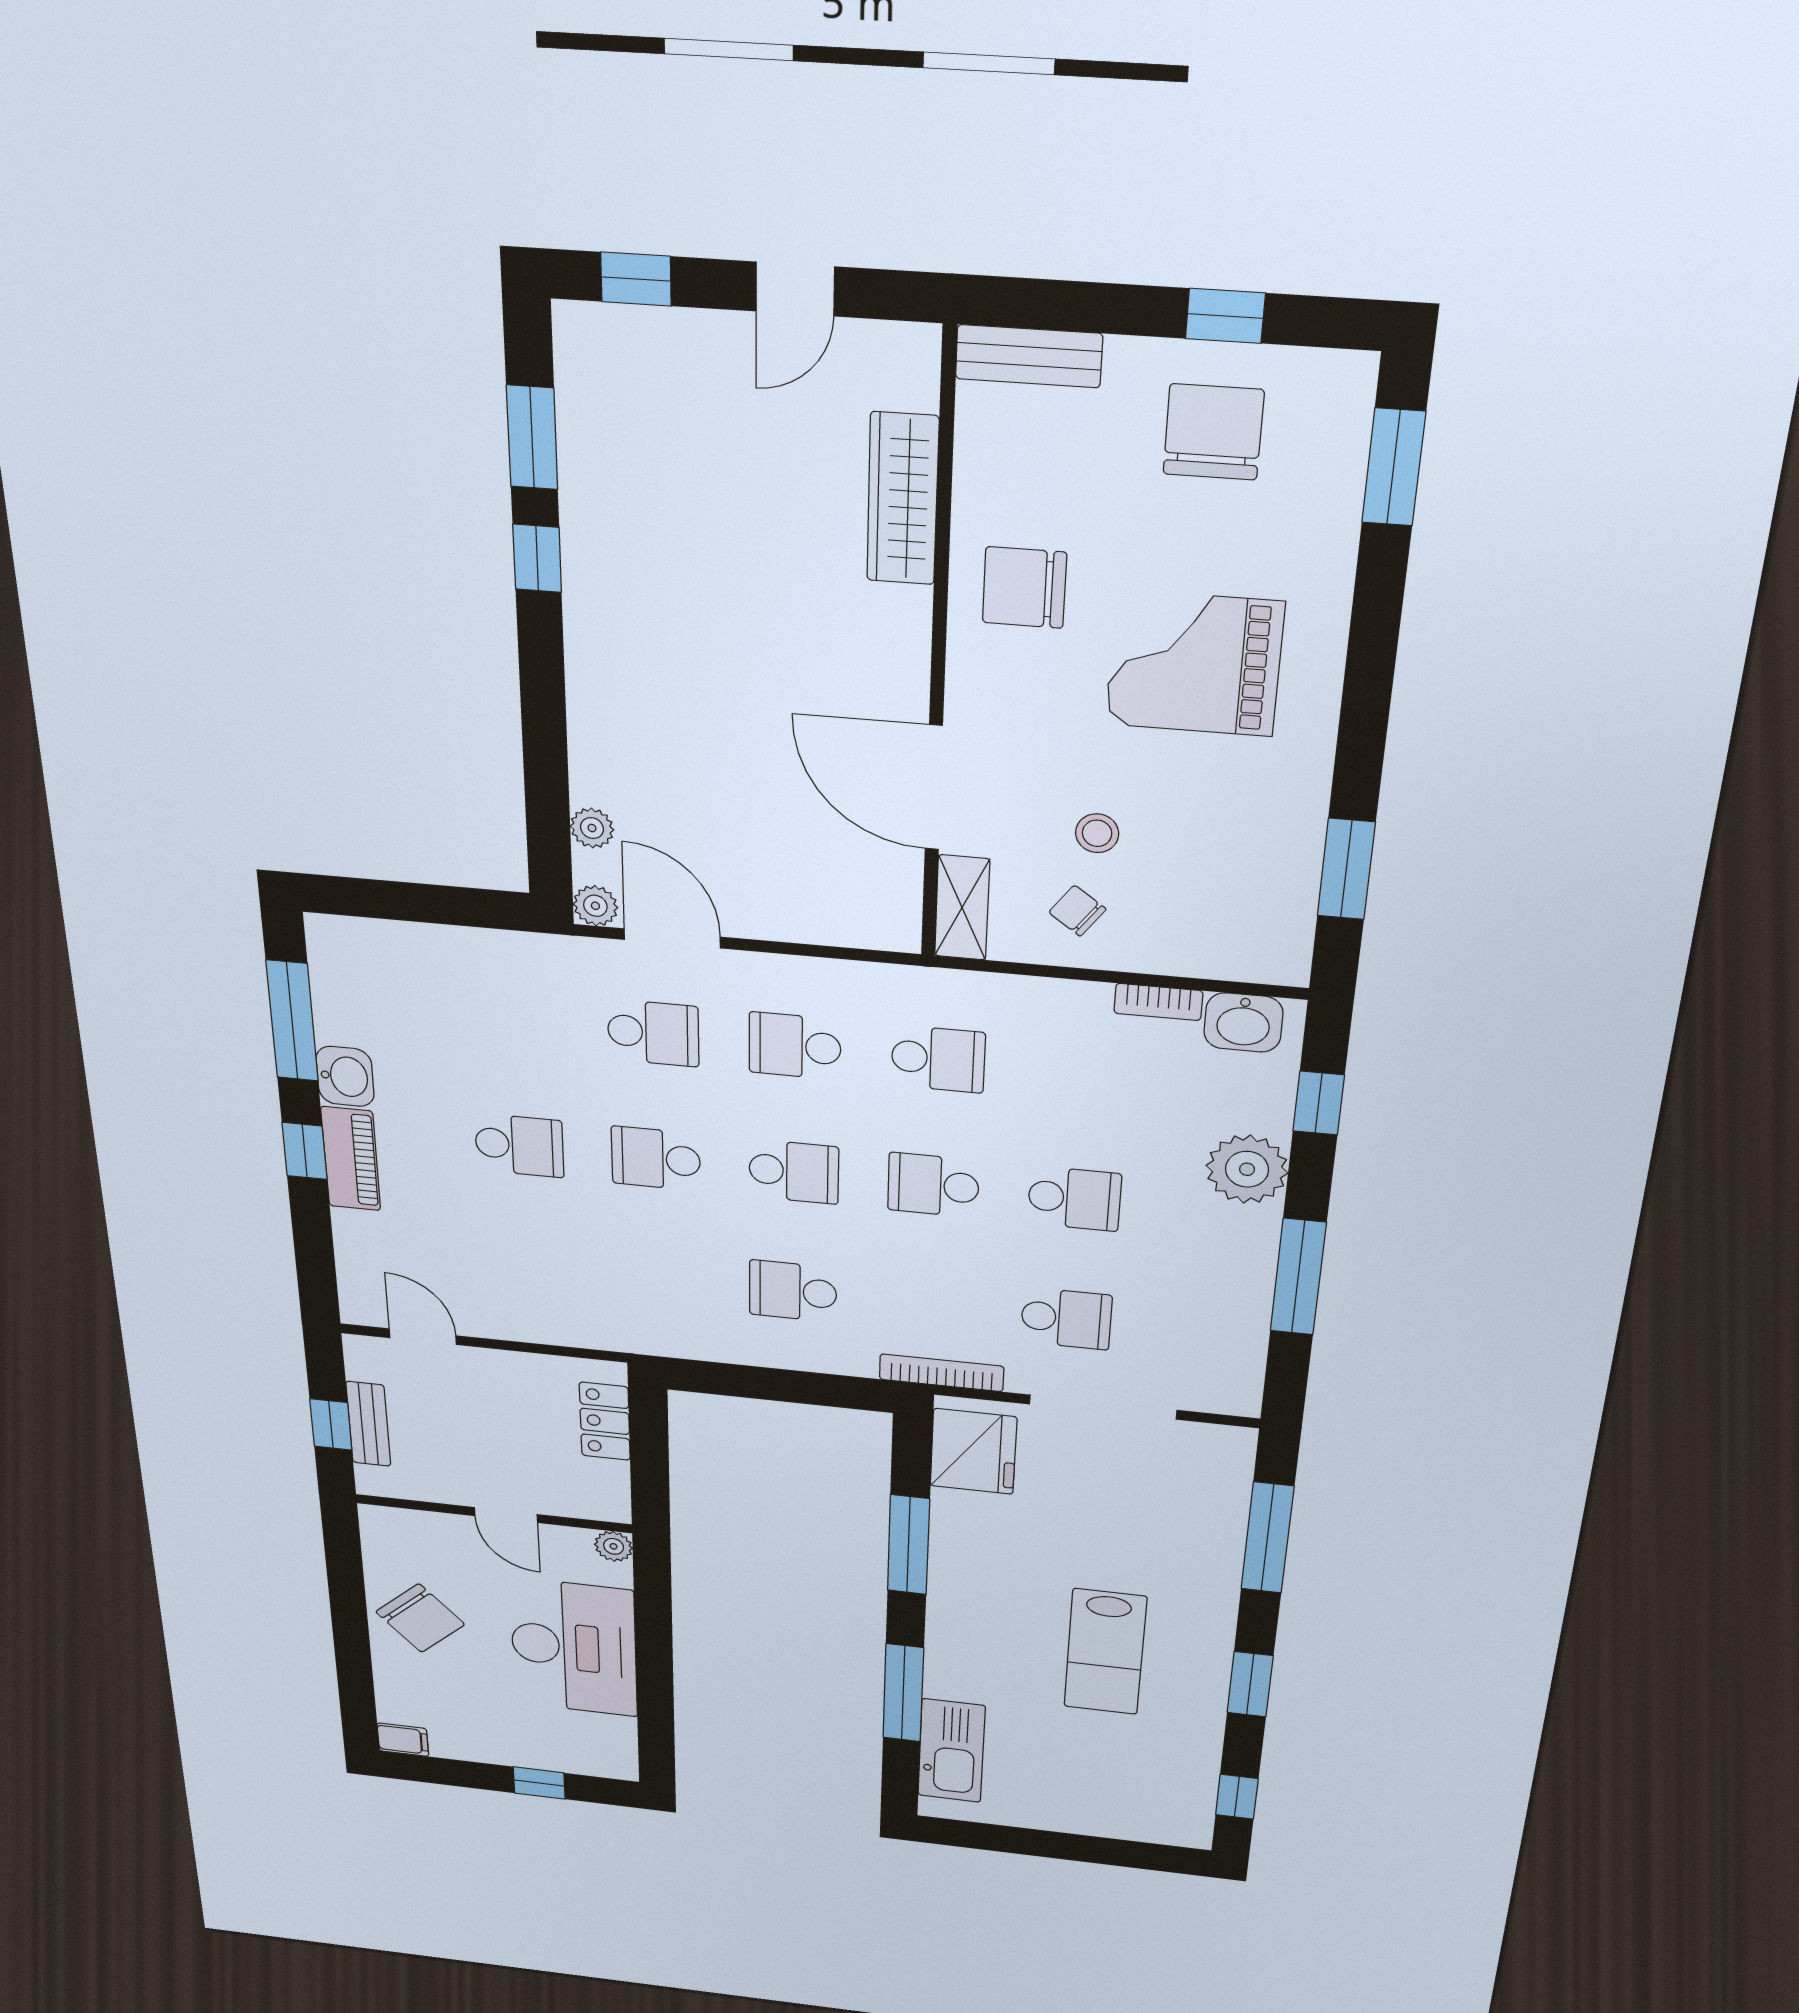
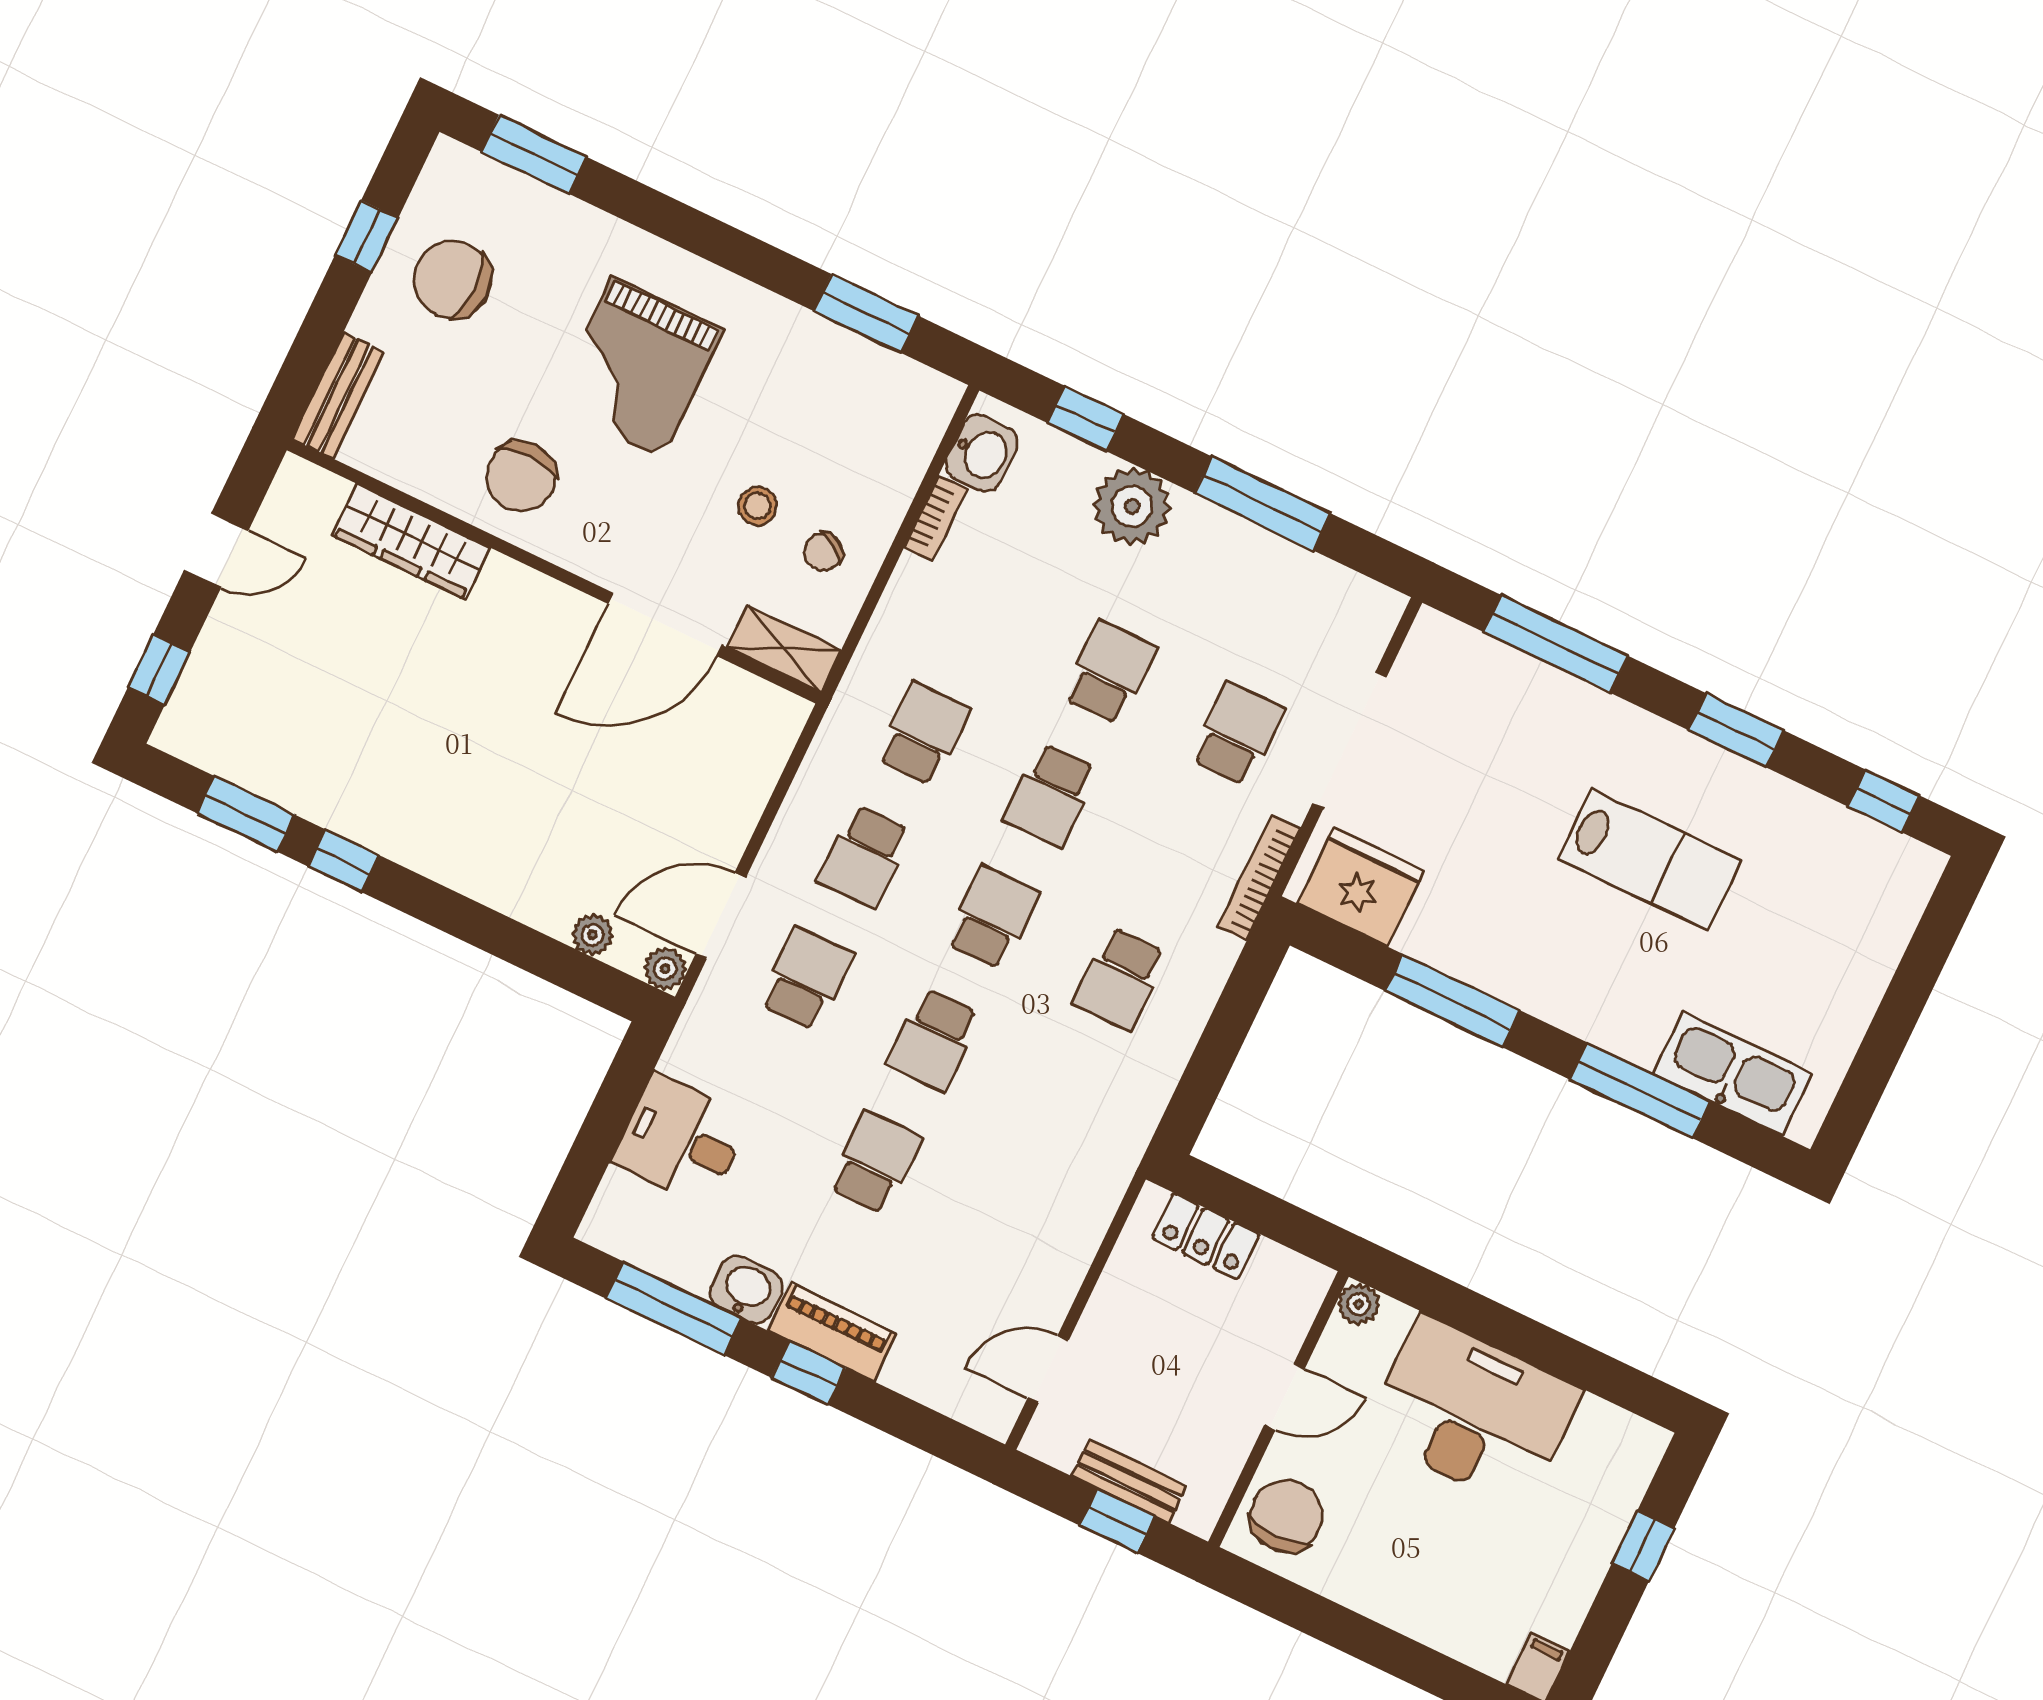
door: (795, 289) -> (216, 551), hinge flipped
desk: (445, 975) -> (681, 1140), added
chair: (420, 1618) -> (1286, 1516), moved, turned -47

